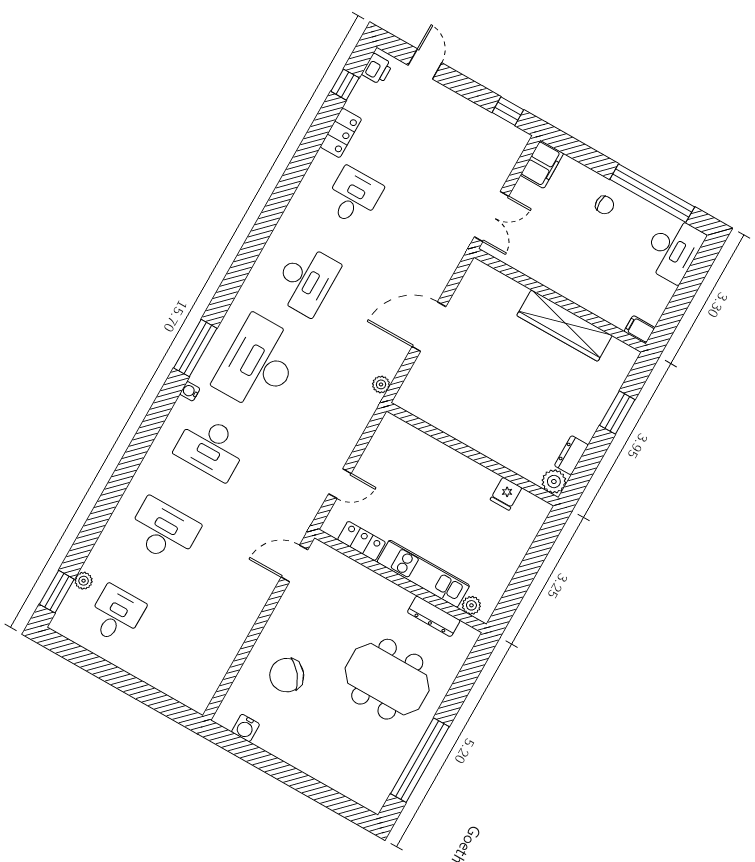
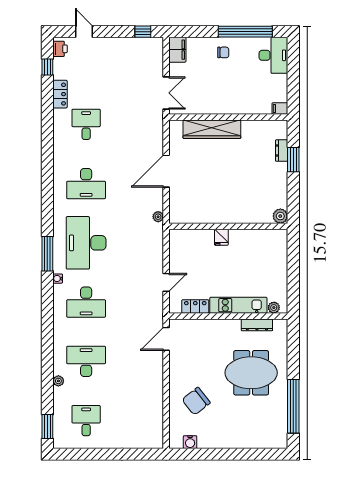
desk: (306, 280) -> (86, 184), turned 90
wardrobe: (565, 326) -> (212, 129), moved
dresser: (571, 455) -> (282, 151), moved
fridge: (506, 494) -> (221, 237), moved
plant: (84, 581) -> (58, 381), moved

